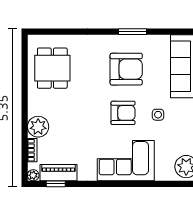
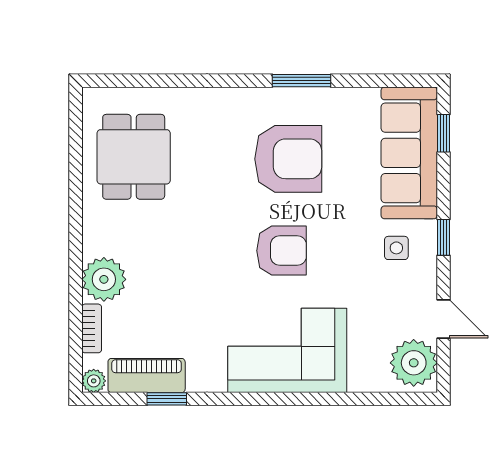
side table: (158, 115) -> (396, 248), moved
window: (56, 184) -> (167, 399), moved

